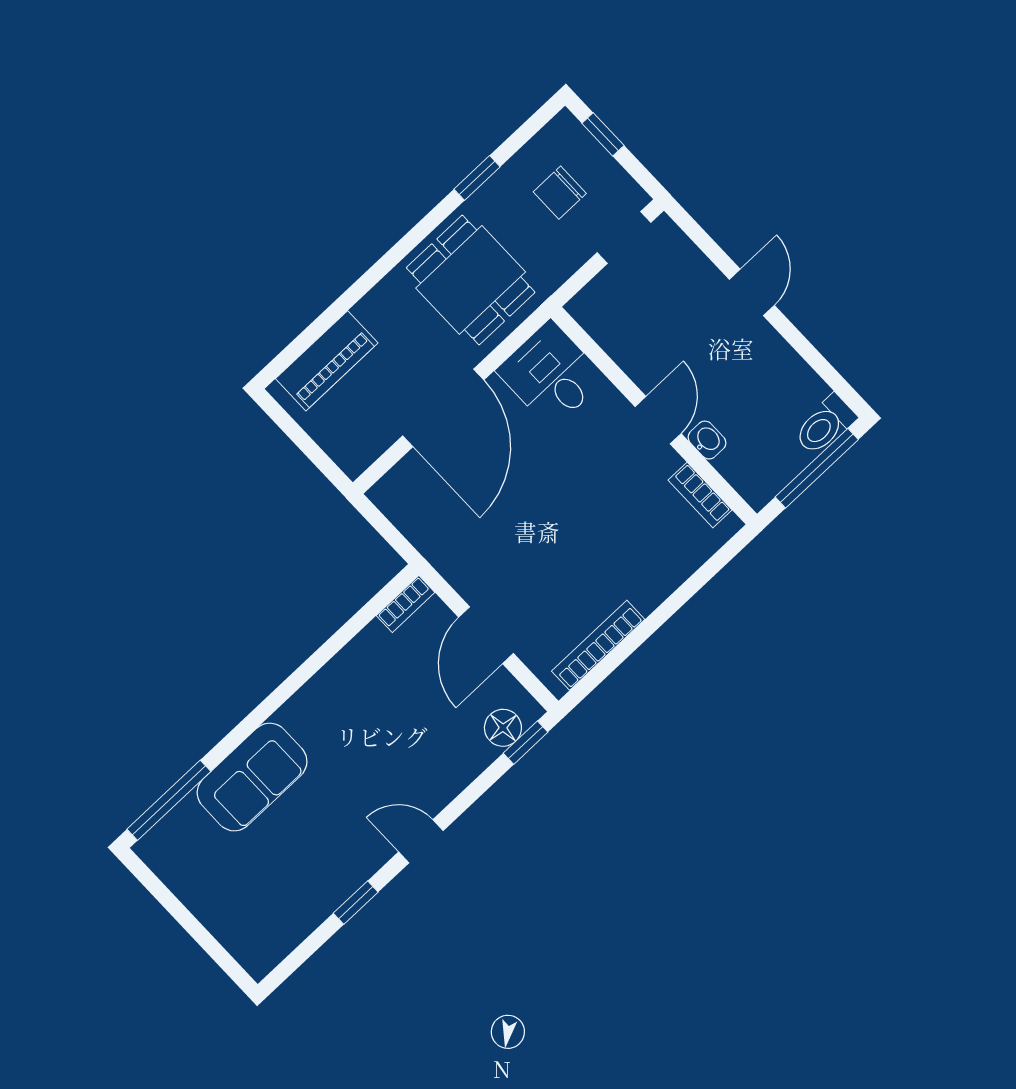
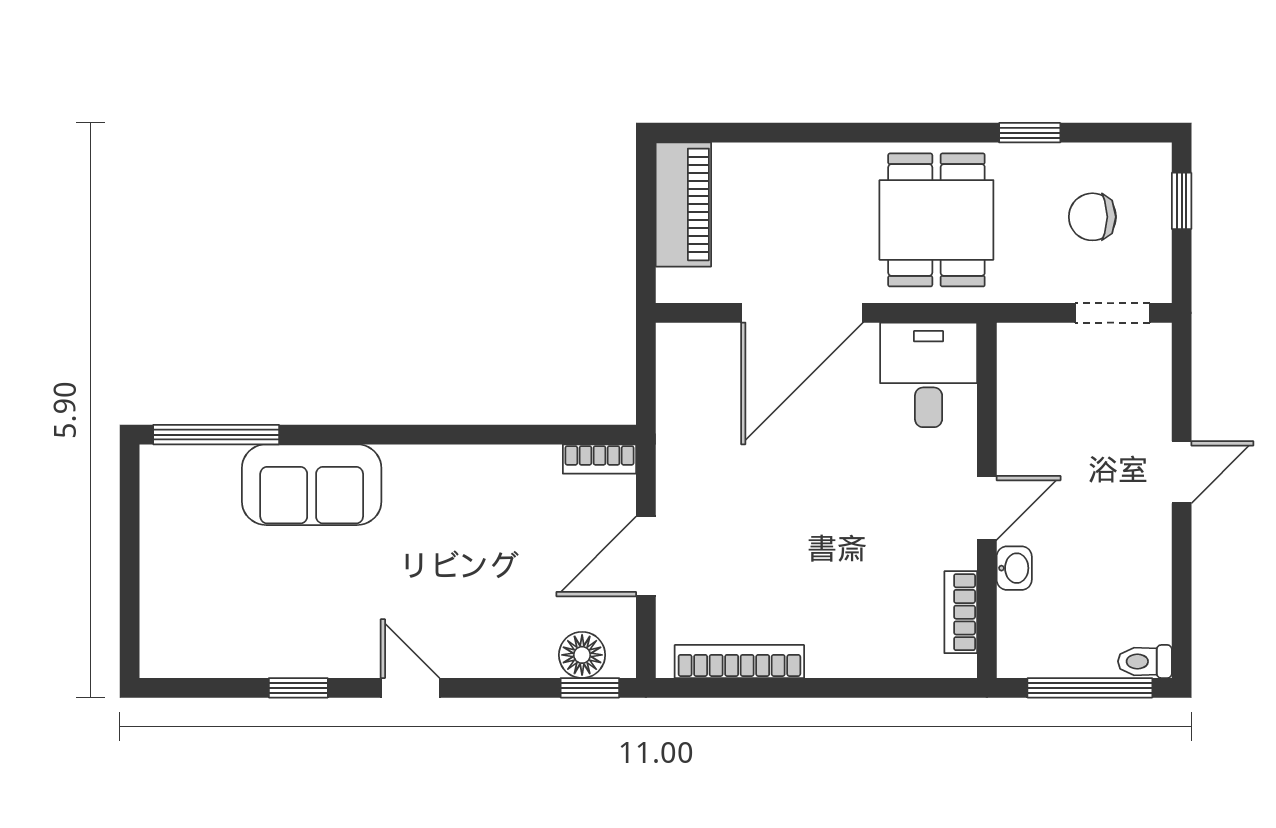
piano: (327, 361) -> (683, 204), moved, turned -90
toilet: (825, 425) -> (1145, 661), width x0.73, depth x0.72

